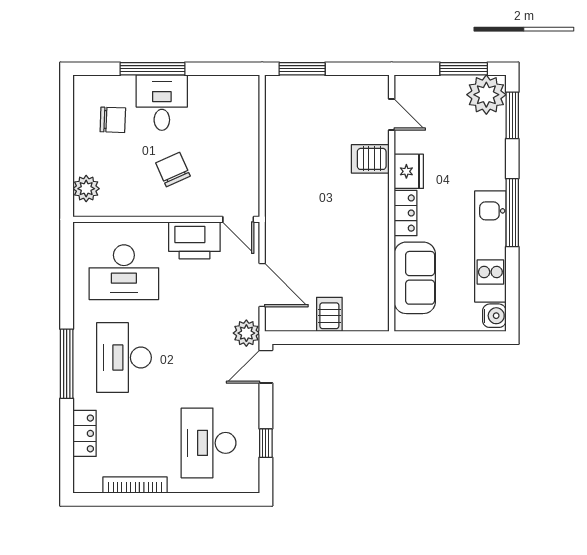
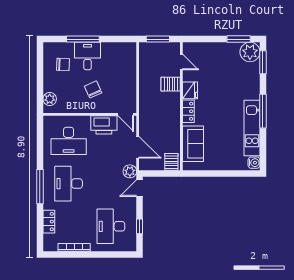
door: (392, 115) -> (181, 62), moved
server rack: (370, 159) -> (171, 84), moved
fridge: (409, 171) -> (190, 90), moved
wall: (392, 203) -> (181, 106), moved
locker: (405, 213) -> (188, 111), moved
sofa: (415, 278) -> (193, 144), moved

